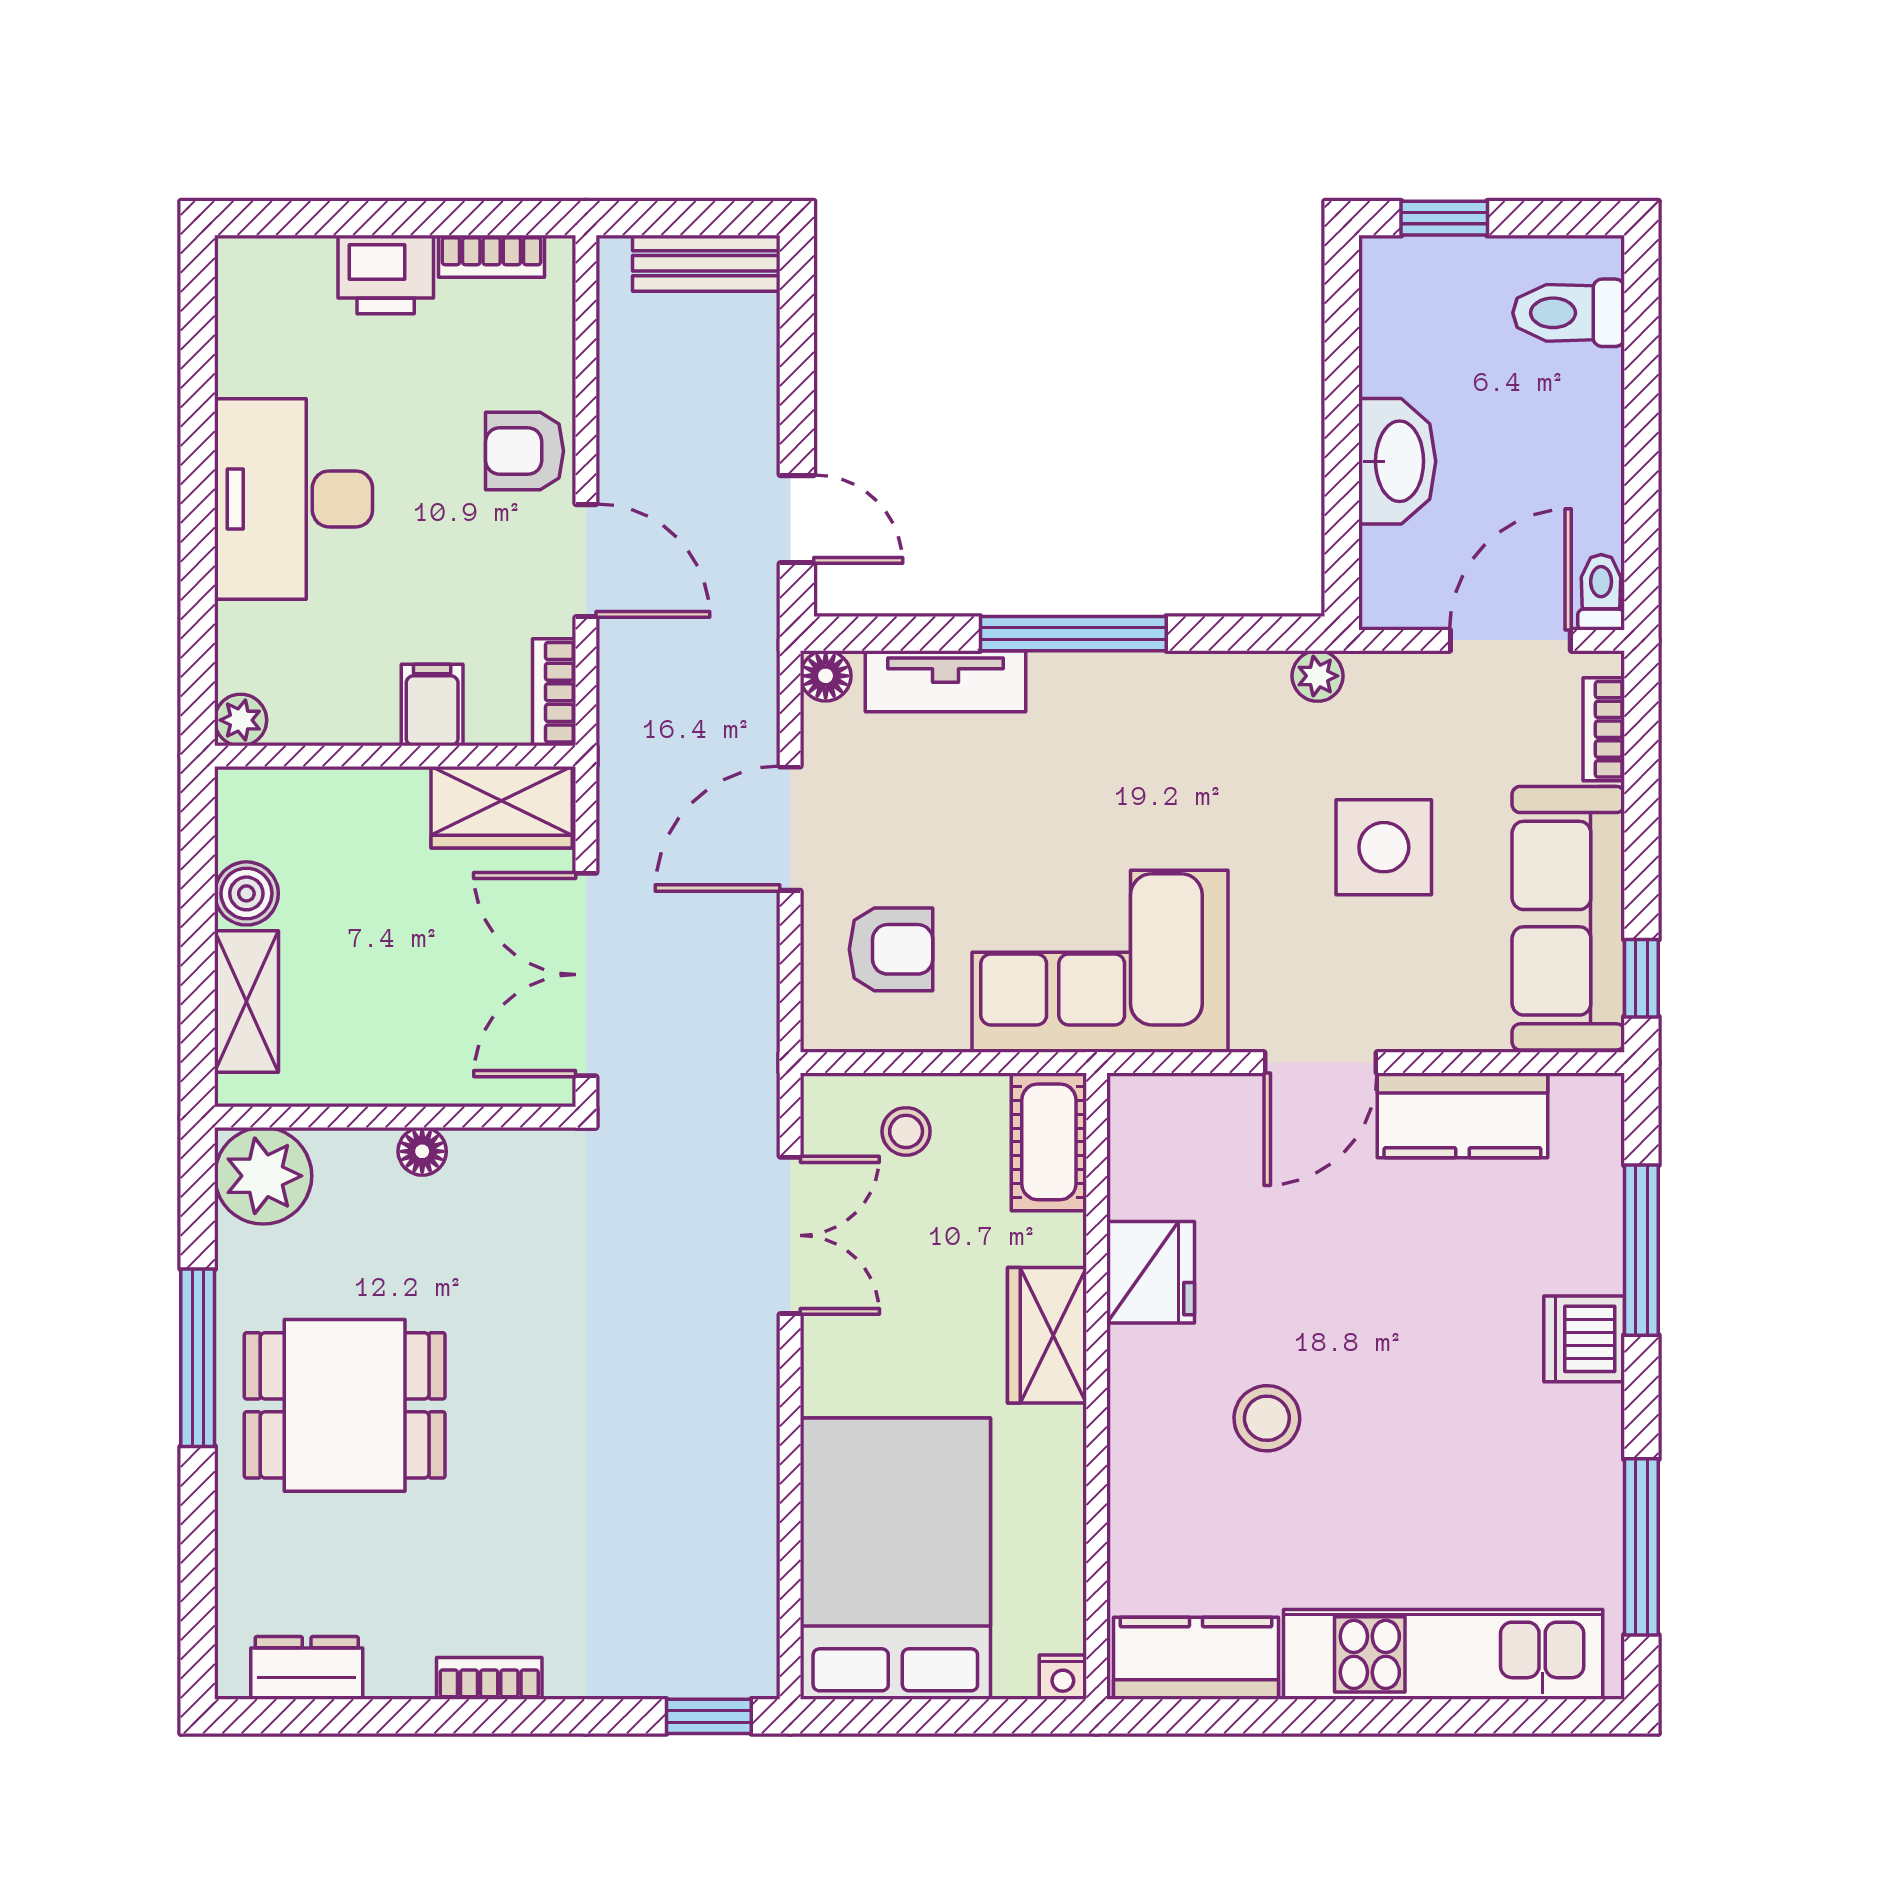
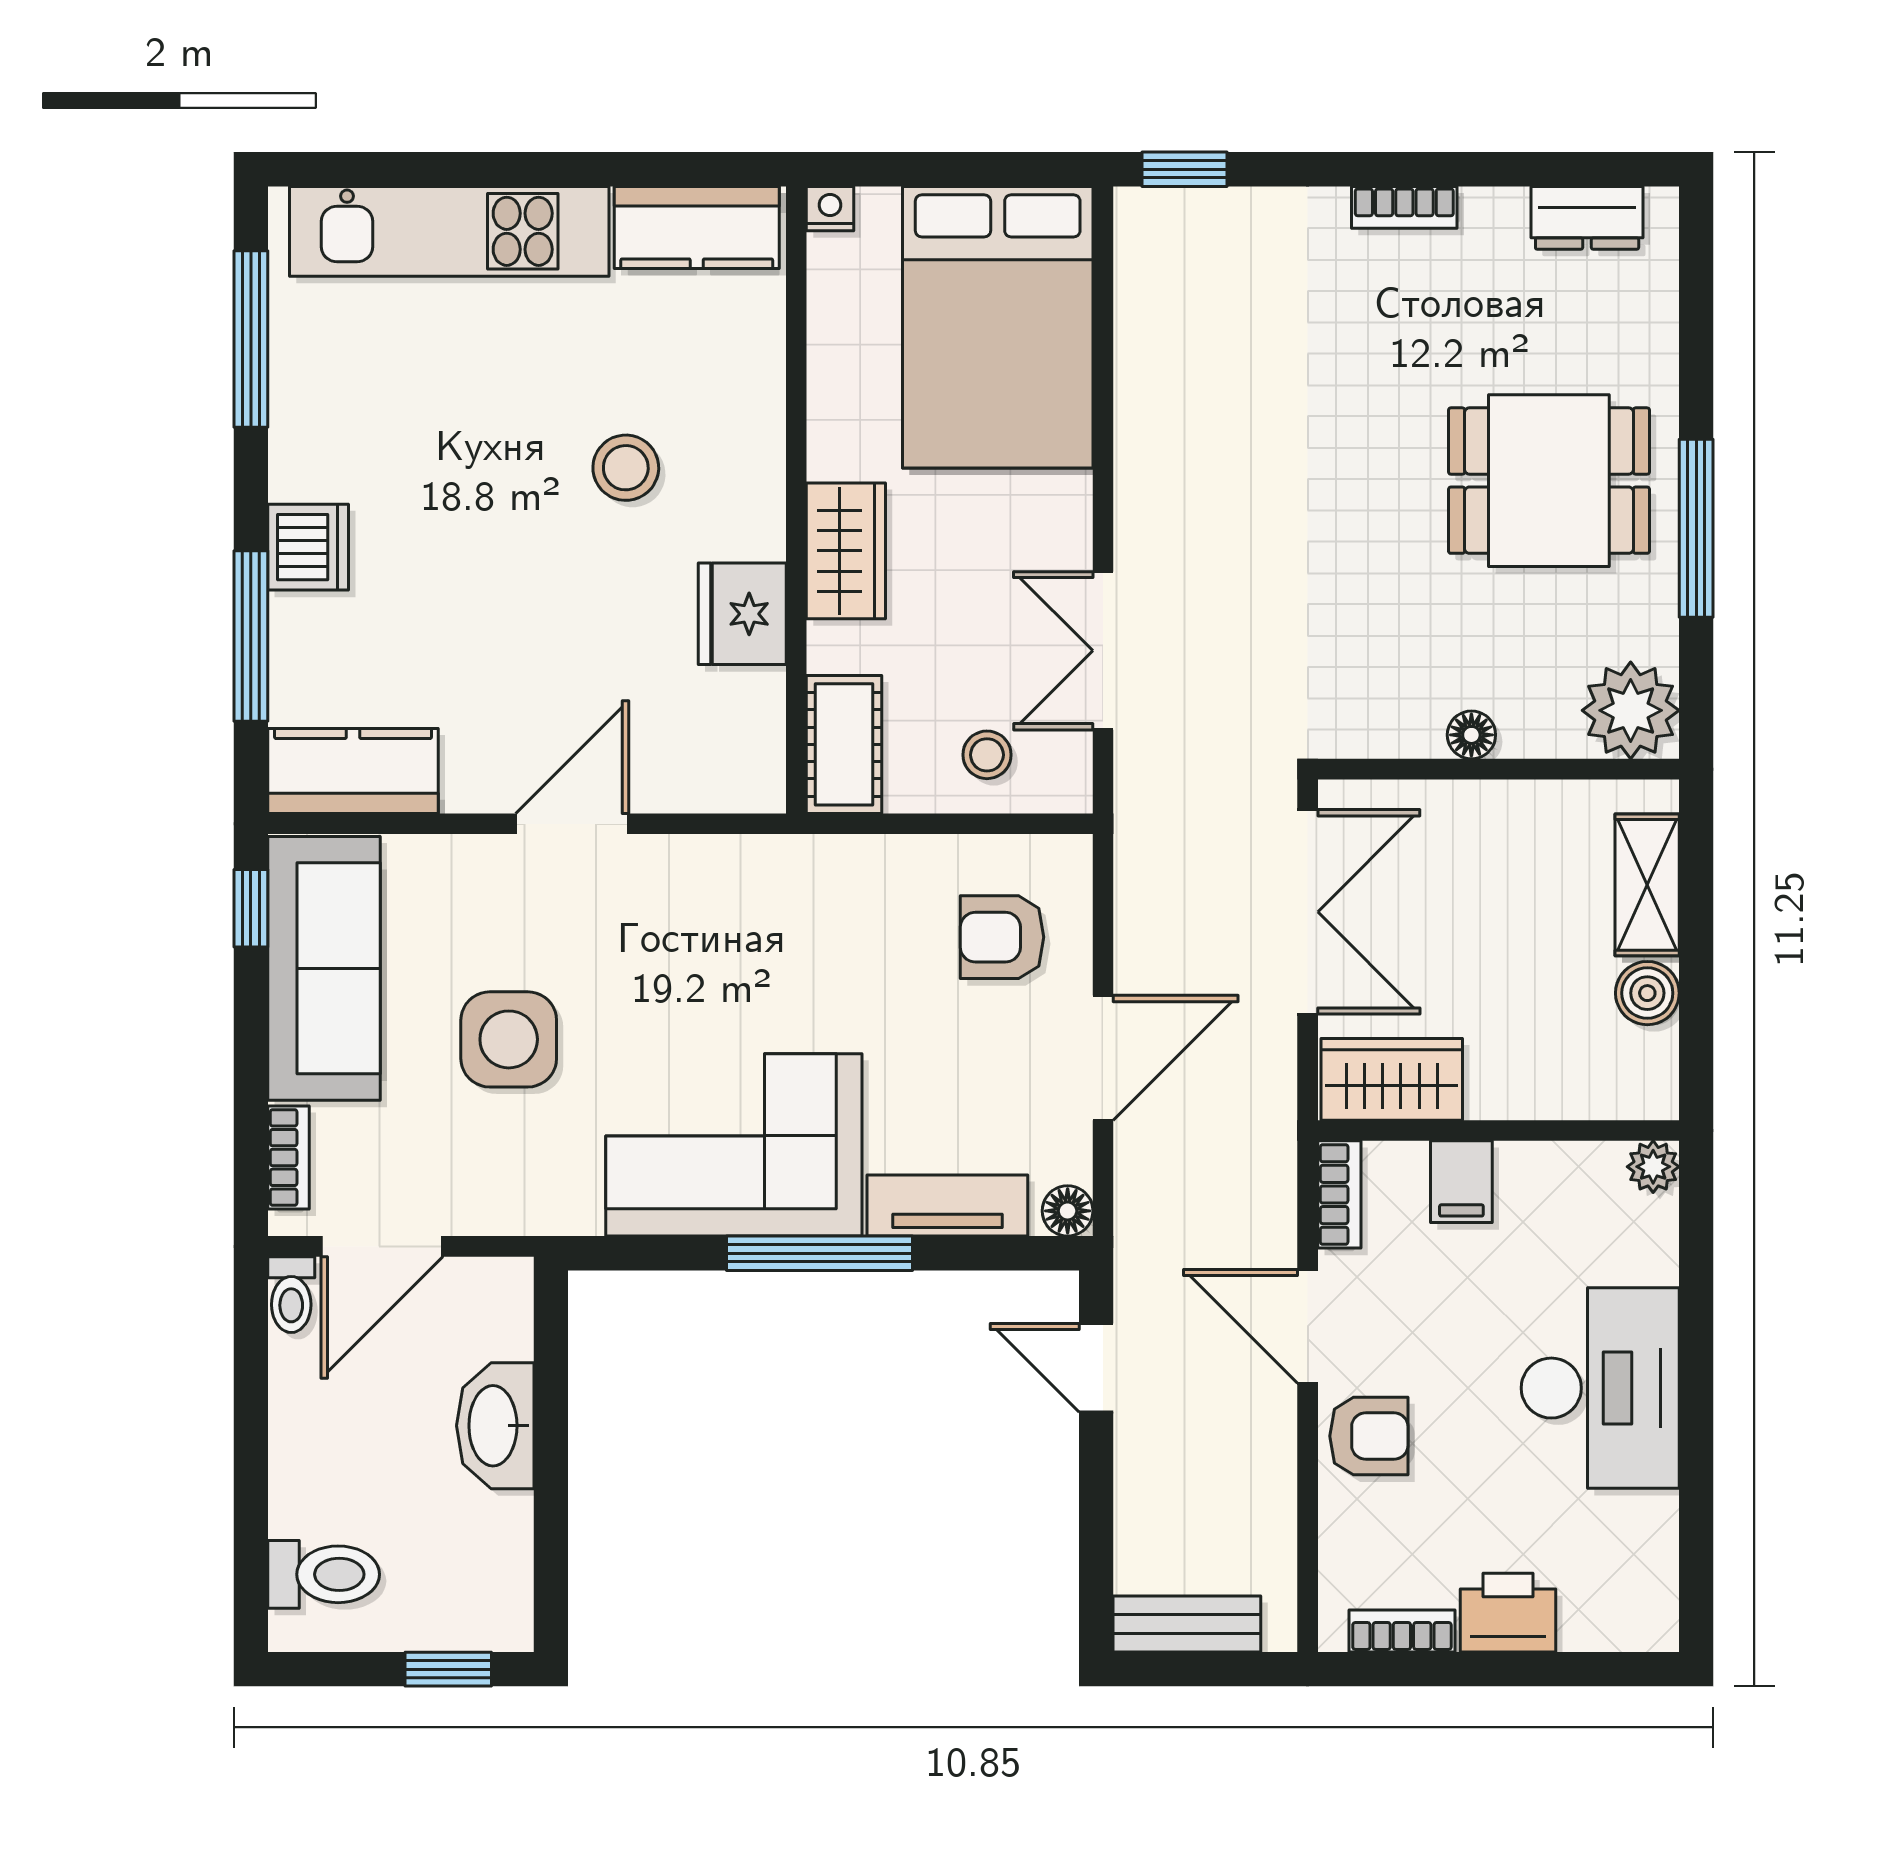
plant: (1318, 676) -> (575, 1211), removed
corner sofa: (1100, 961) -> (734, 1145), moved, turned 180
kitchen counter: (1462, 1115) -> (353, 771), moved

